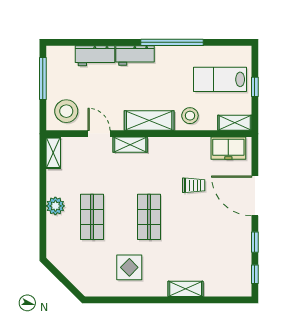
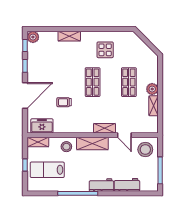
lab bench: (220, 79) -> (47, 170), turned 180
shelving: (53, 153) -> (154, 106), moved
door: (255, 196) -> (25, 95), hinge flipped
plant: (242, 288) -> (33, 37), added

